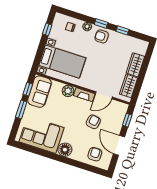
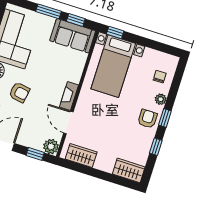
window: (47, 29) -> (115, 32), moved
wardrobe: (135, 65) -> (129, 170), moved
plant: (68, 91) -> (51, 147), moved
armchair: (93, 122) -> (19, 92), moved

